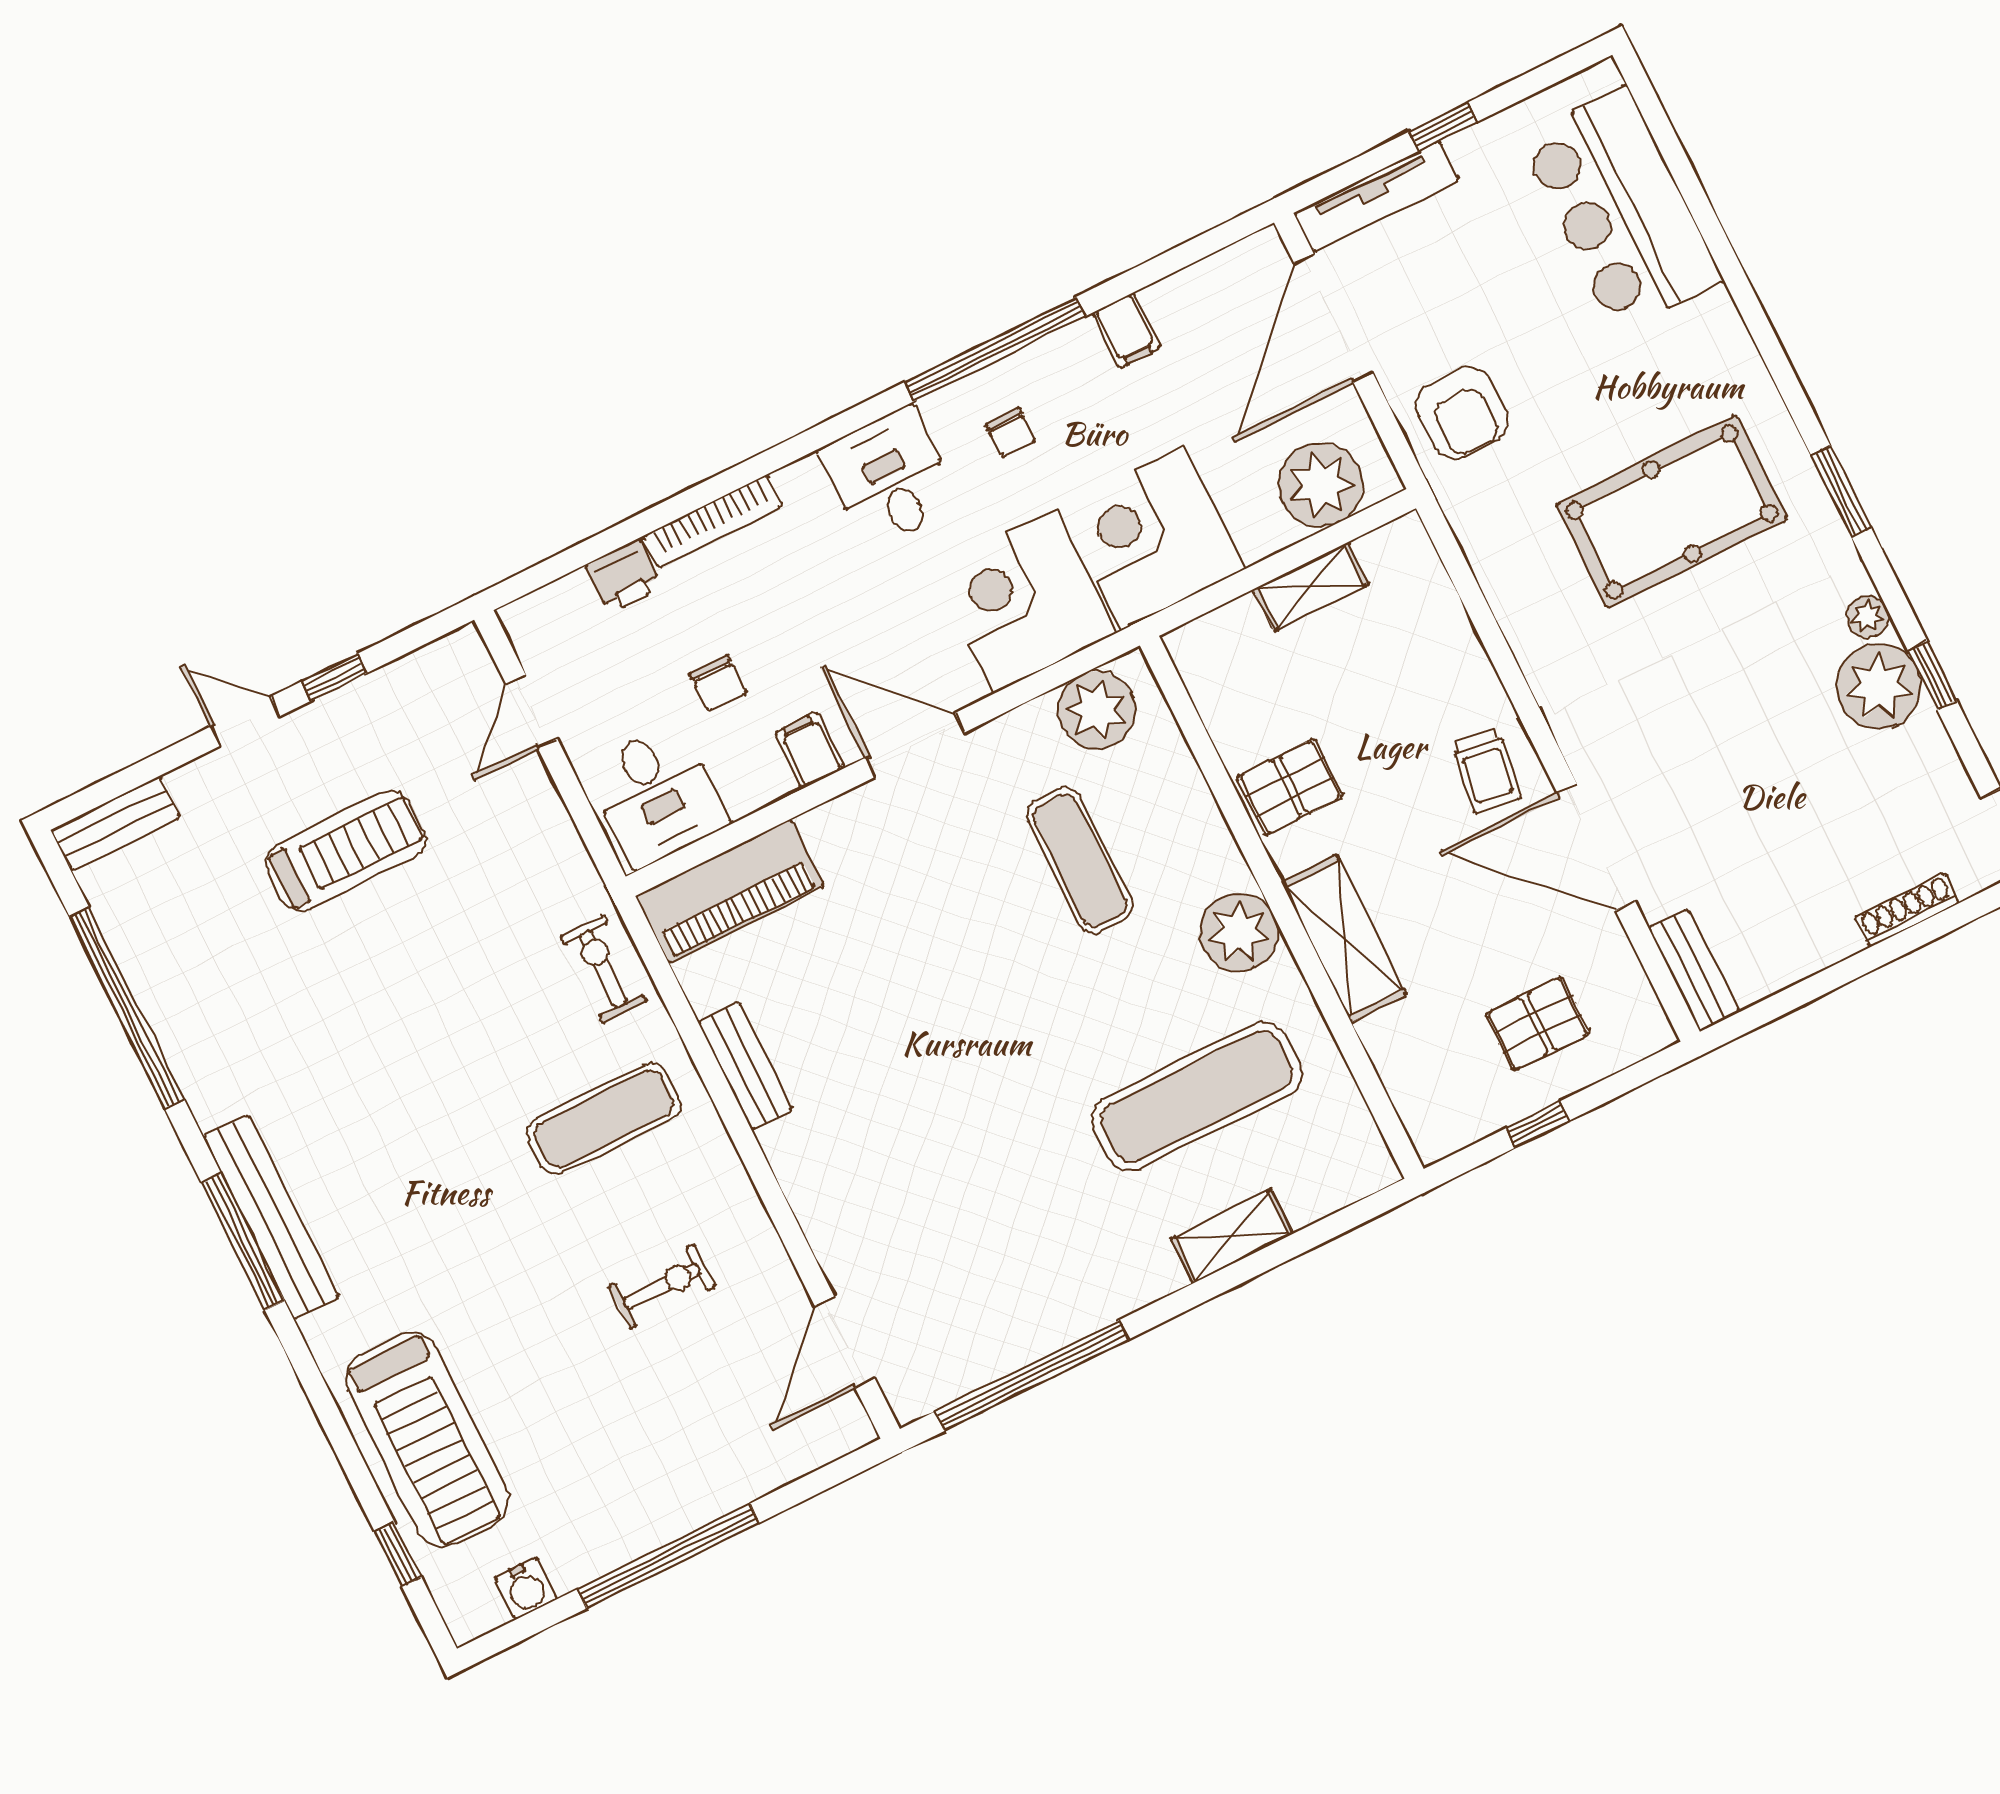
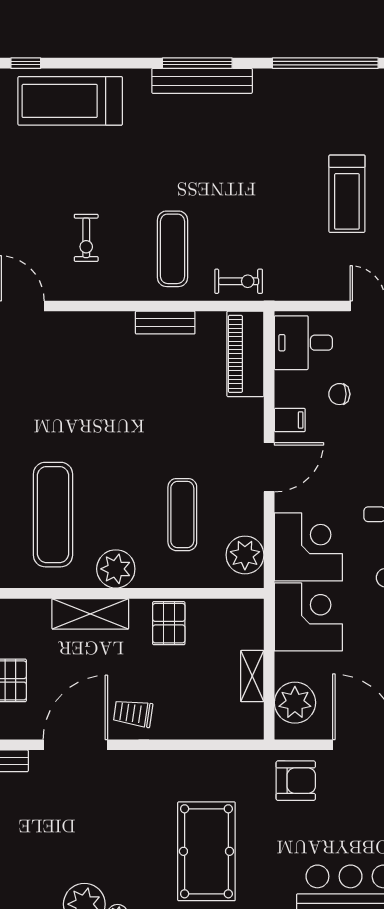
armchair: (1462, 413) -> (296, 781), turned 180
exercise mat: (1080, 861) -> (182, 515), turned 90

